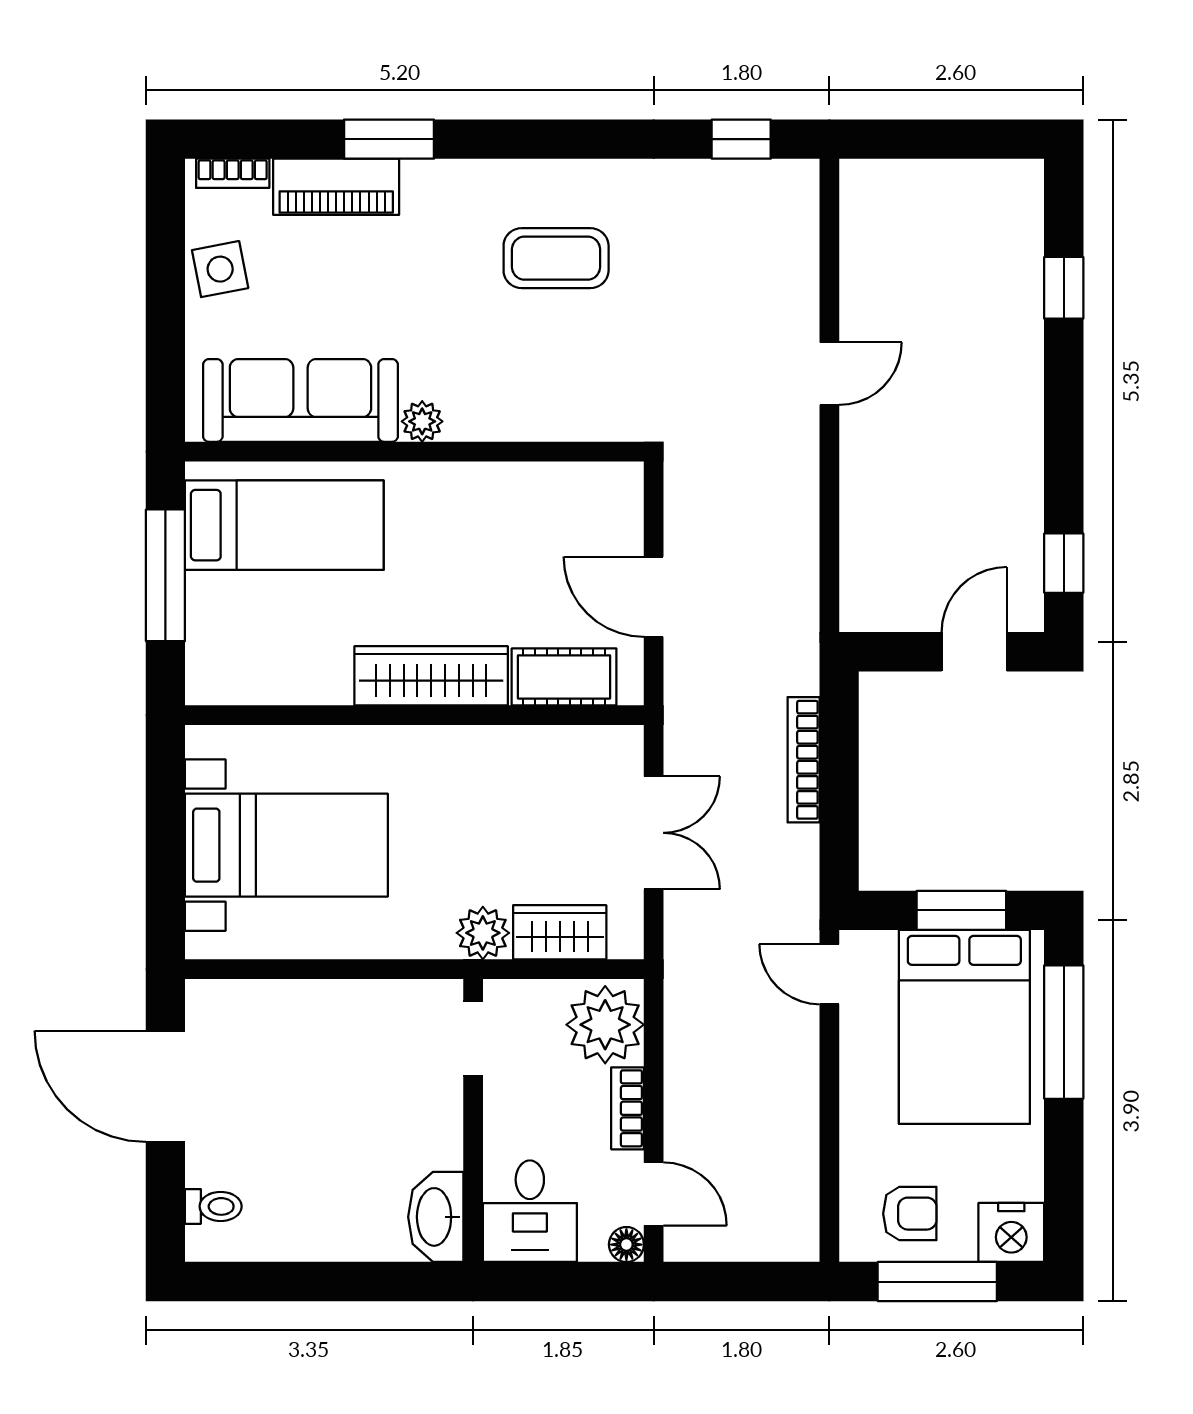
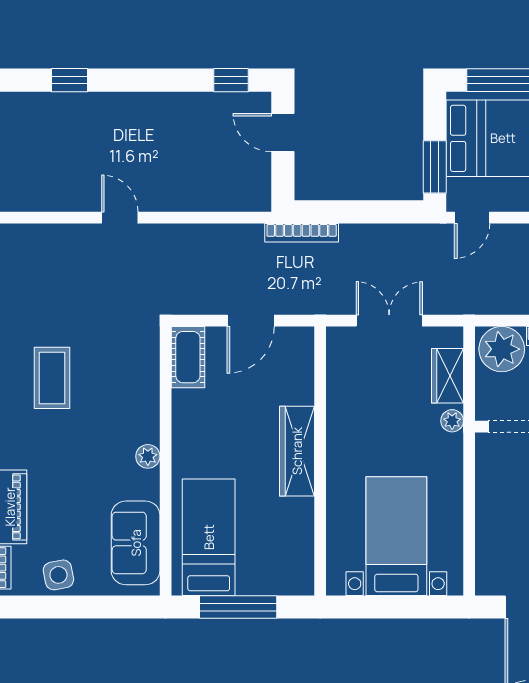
sofa: (300, 400) -> (136, 543), width x0.73
cot: (564, 677) -> (188, 357), moved
bookcase: (804, 760) -> (302, 233), moved
window: (961, 910) -> (435, 167), moved
plant: (483, 933) -> (452, 421), width x0.73, depth x0.73

